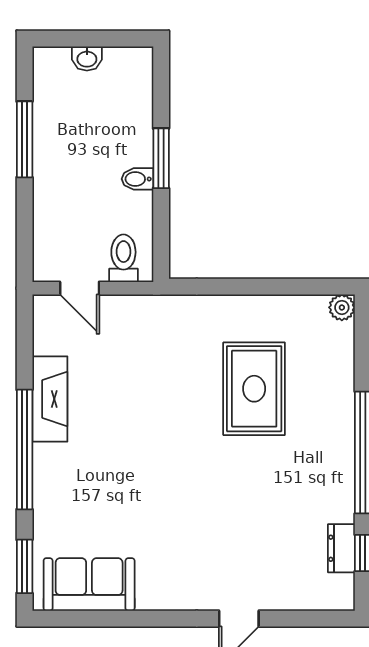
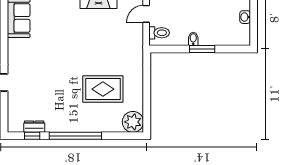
plant: (342, 307) -> (133, 122), width x1.88, depth x1.88

